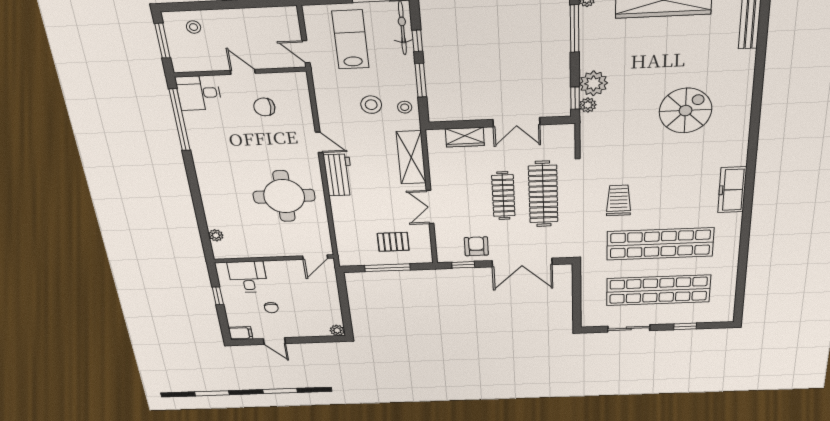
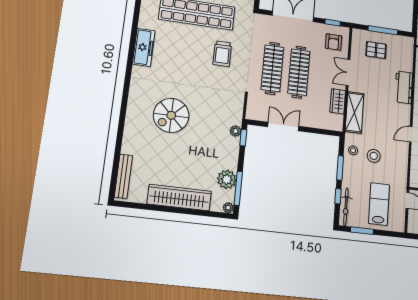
lab bench: (350, 40) -> (379, 204), turned 180
plant: (593, 83) -> (227, 179), moved
wardrobe: (465, 137) -> (338, 101), moved, turned -90
door: (319, 142) -> (411, 134), hinge flipped
workbench: (339, 175) -> (404, 87), moved
clothes rail: (503, 196) -> (299, 72), width x1.37, depth x1.31
double door: (430, 207) -> (348, 72), swing flipped
armchair: (476, 246) -> (334, 42), moved

